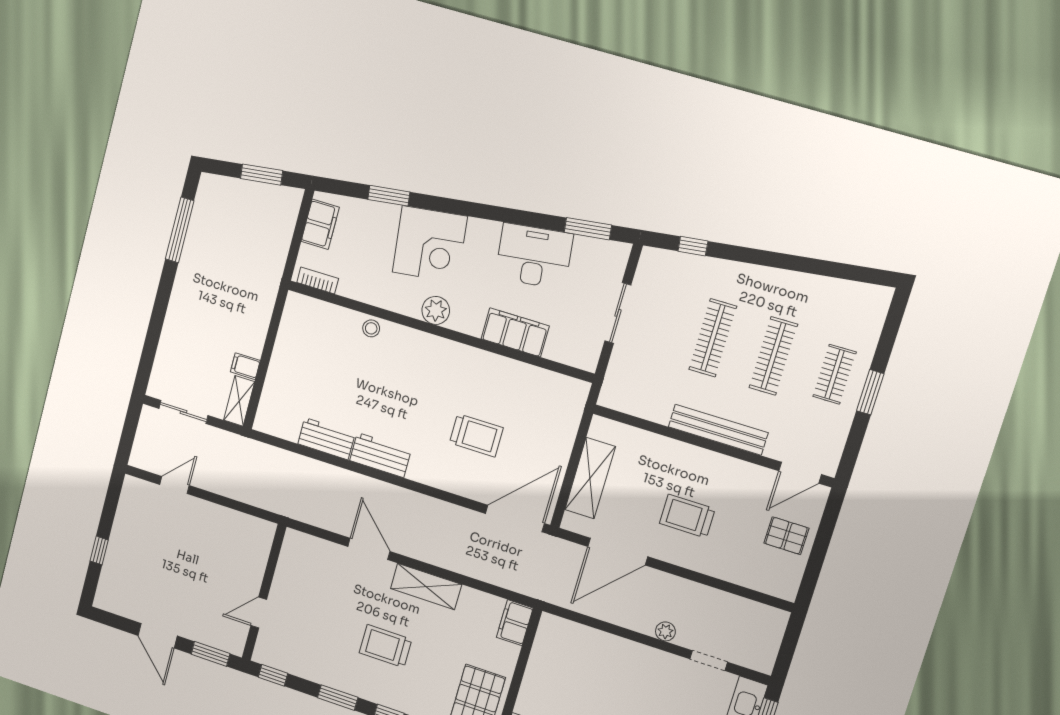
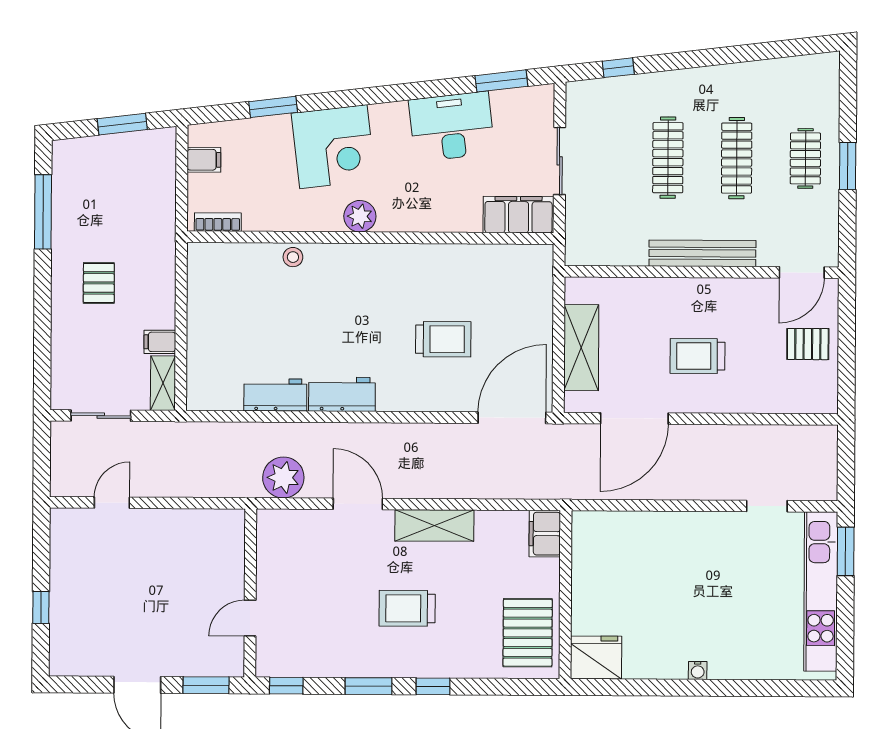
filing cabinet: (320, 224) -> (204, 160), width x0.50
pallet: (209, 303) -> (99, 283), added
filing cabinet: (515, 332) -> (519, 215), moved
plant: (665, 631) -> (283, 477), moved, width x1.87, depth x1.87

